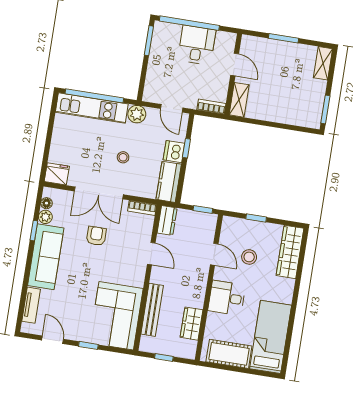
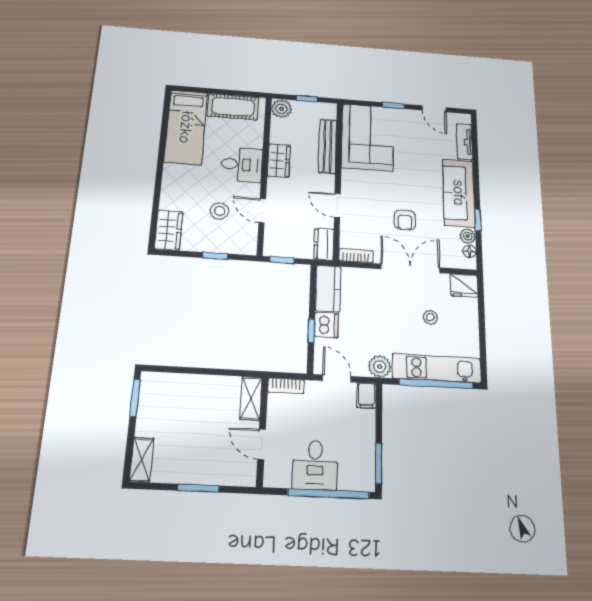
filing cabinet: (150, 93) -> (366, 396), added
stool: (123, 157) -> (430, 317), moved
wardrobe: (290, 252) -> (169, 230), width x0.67
wardrobe: (191, 324) -> (279, 161), moved
plant: (188, 349) -> (281, 109), added

